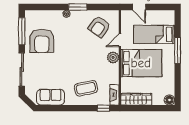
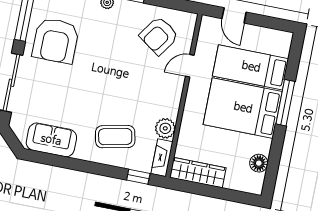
plant: (113, 57) -> (165, 128), moved
bed: (141, 63) -> (243, 108), moved, turned 180
floor lamp: (169, 100) -> (259, 163), moved

